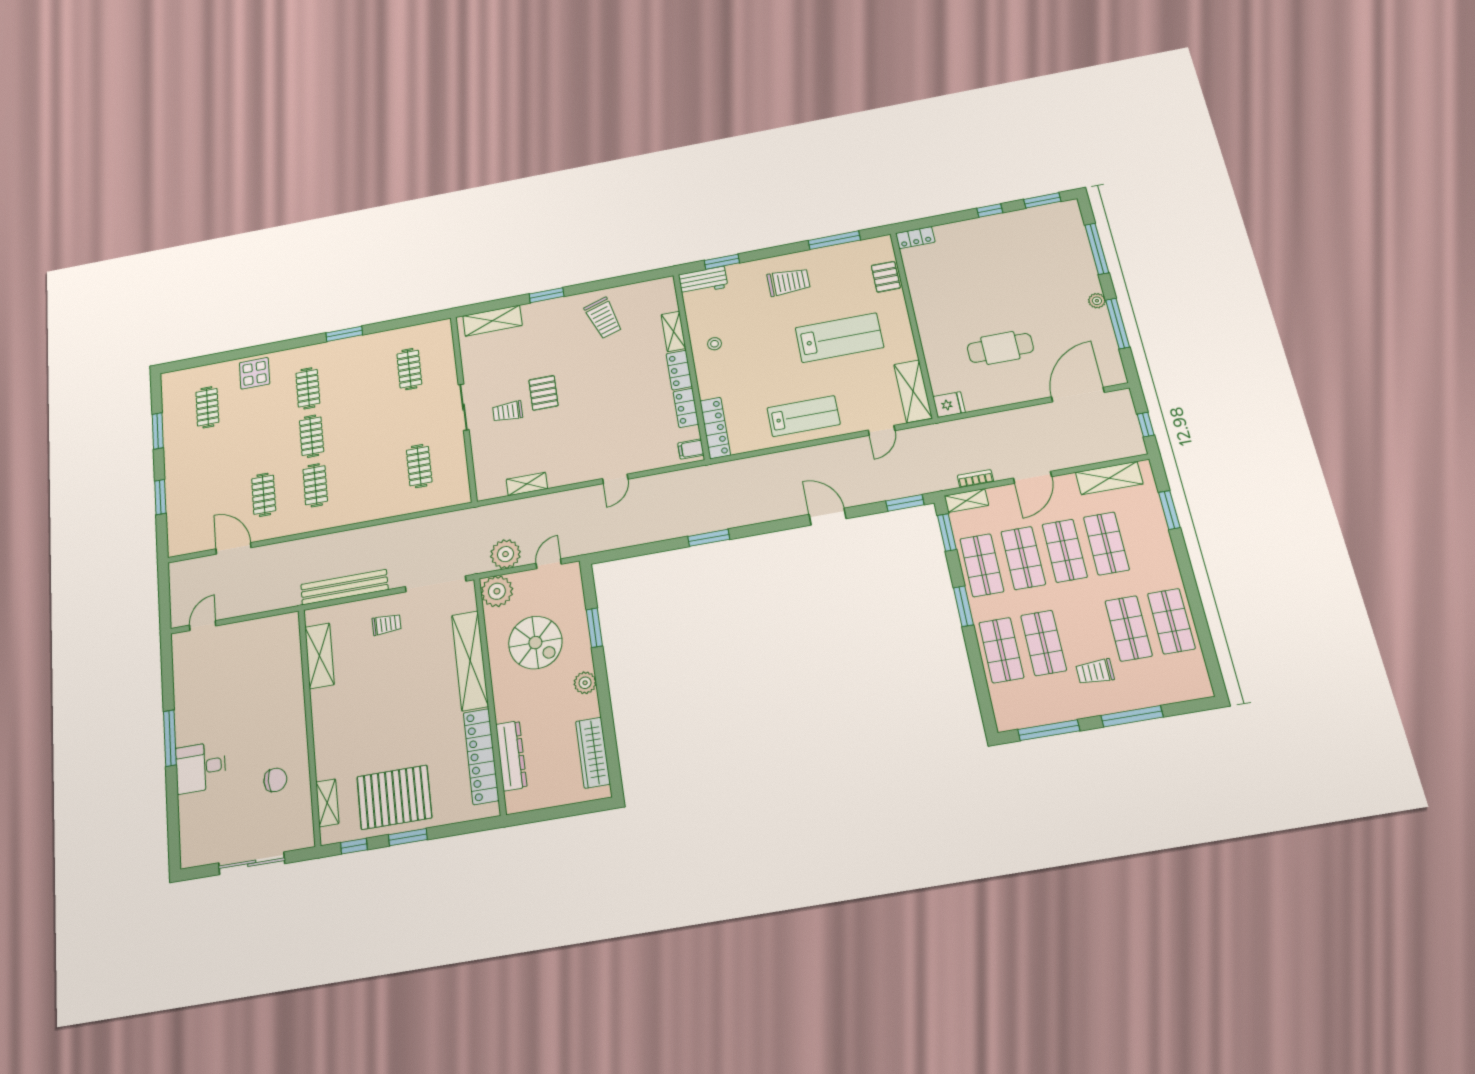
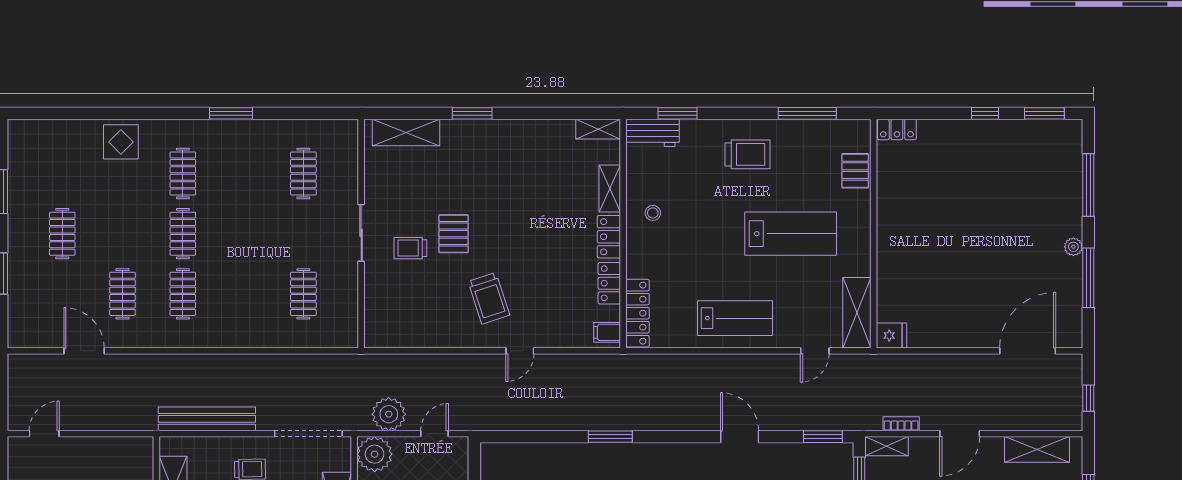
trolley: (603, 318) -> (489, 298), moved
cafe table: (1000, 348) -> (960, 281), removed
clothes rail: (207, 407) -> (62, 234), moved
shelving: (527, 484) -> (598, 129), moved

